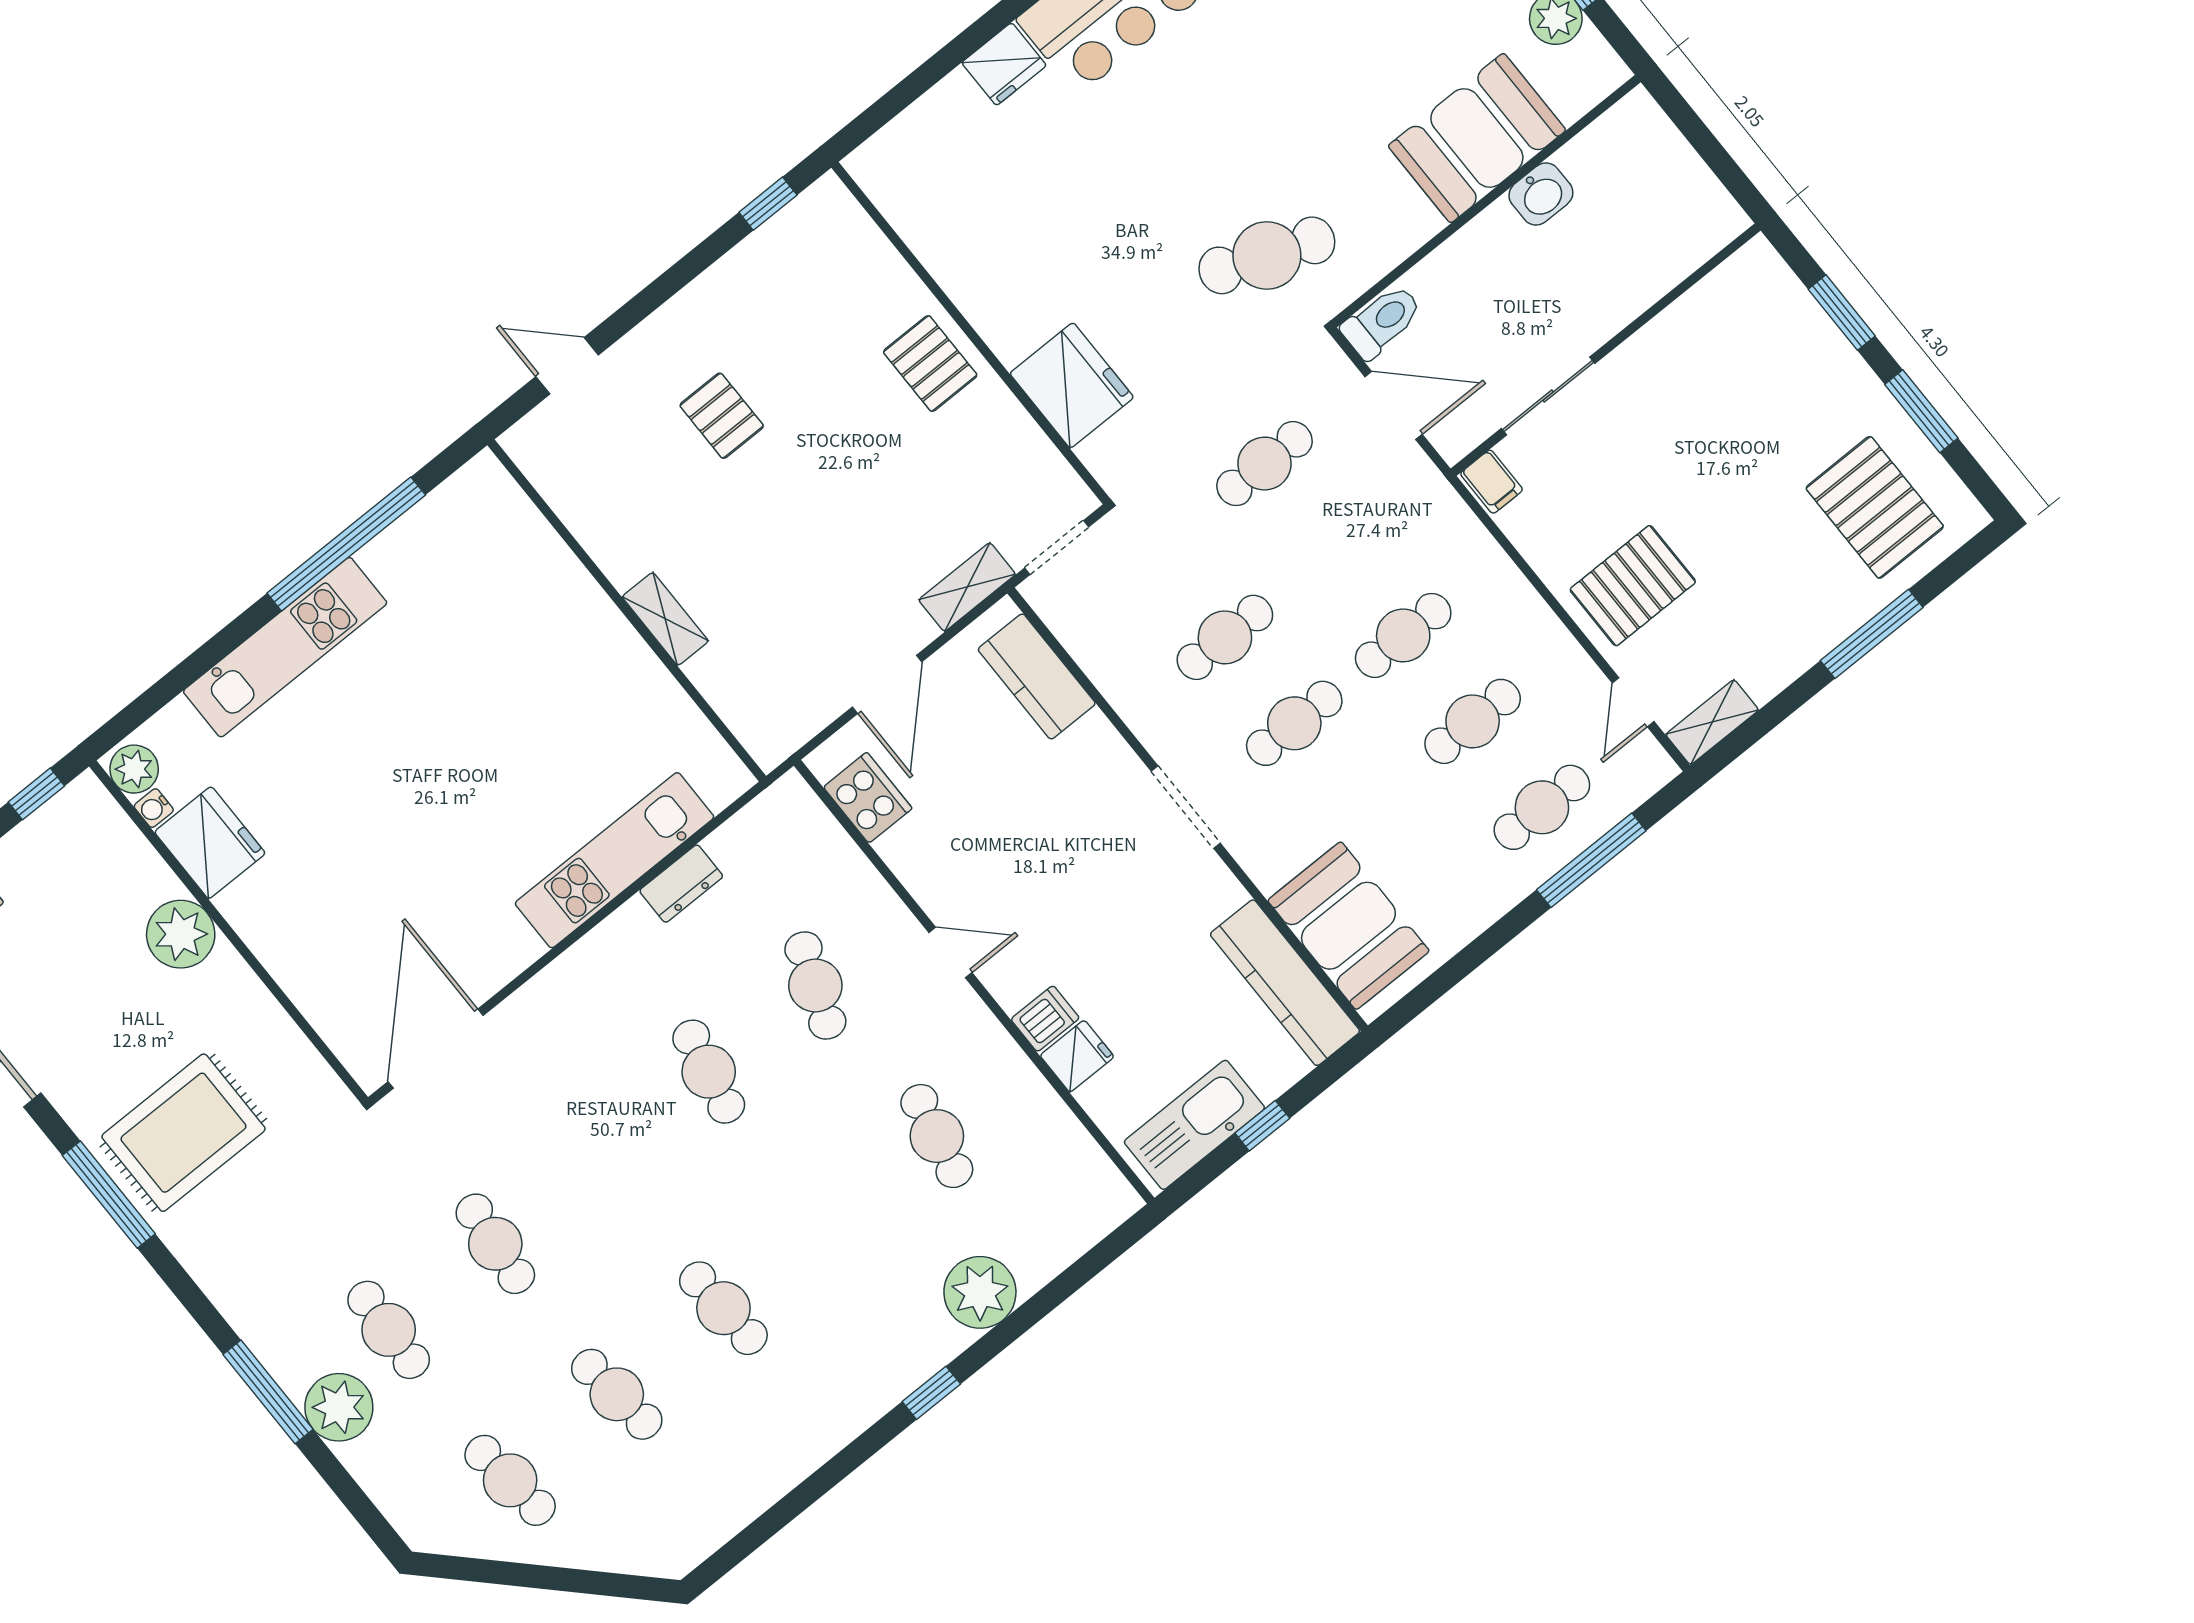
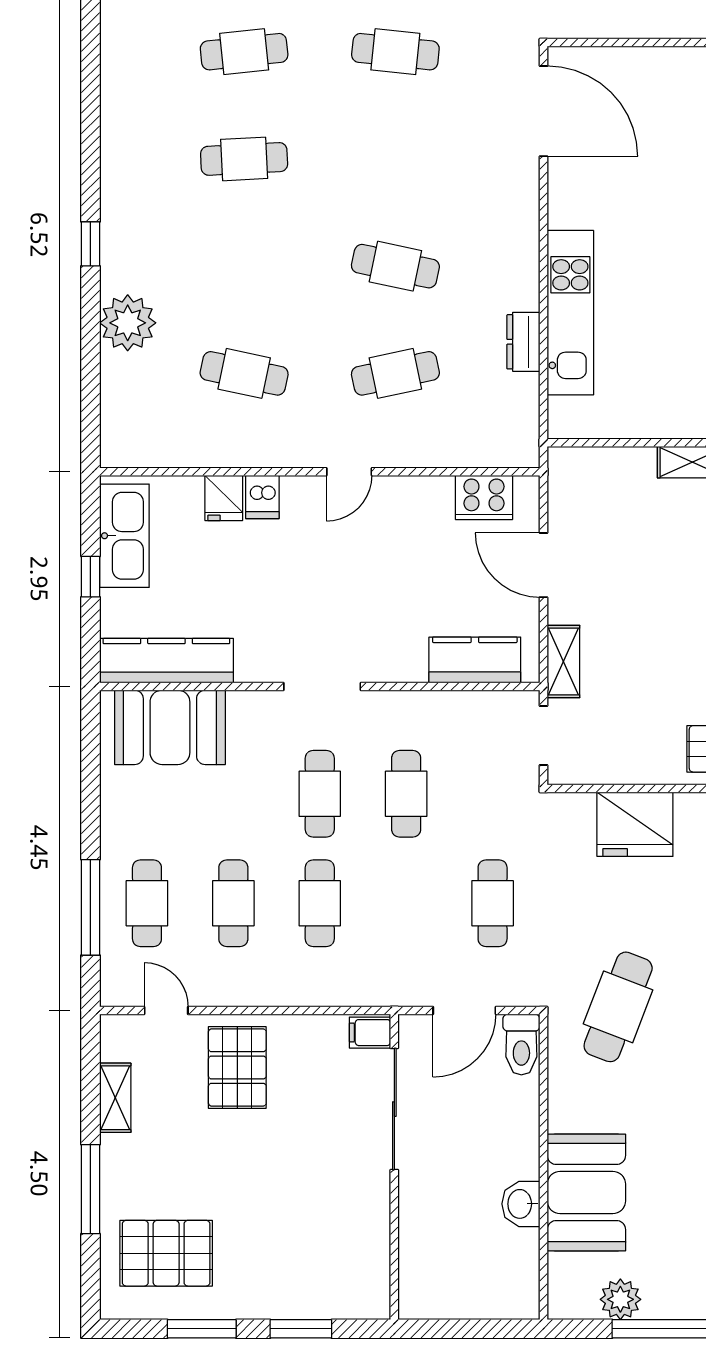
sliding door: (1548, 396) -> (394, 1109), width x1.37
shelving: (1712, 722) -> (115, 1098), moved
cafe table: (815, 986) -> (395, 373), turned -33

